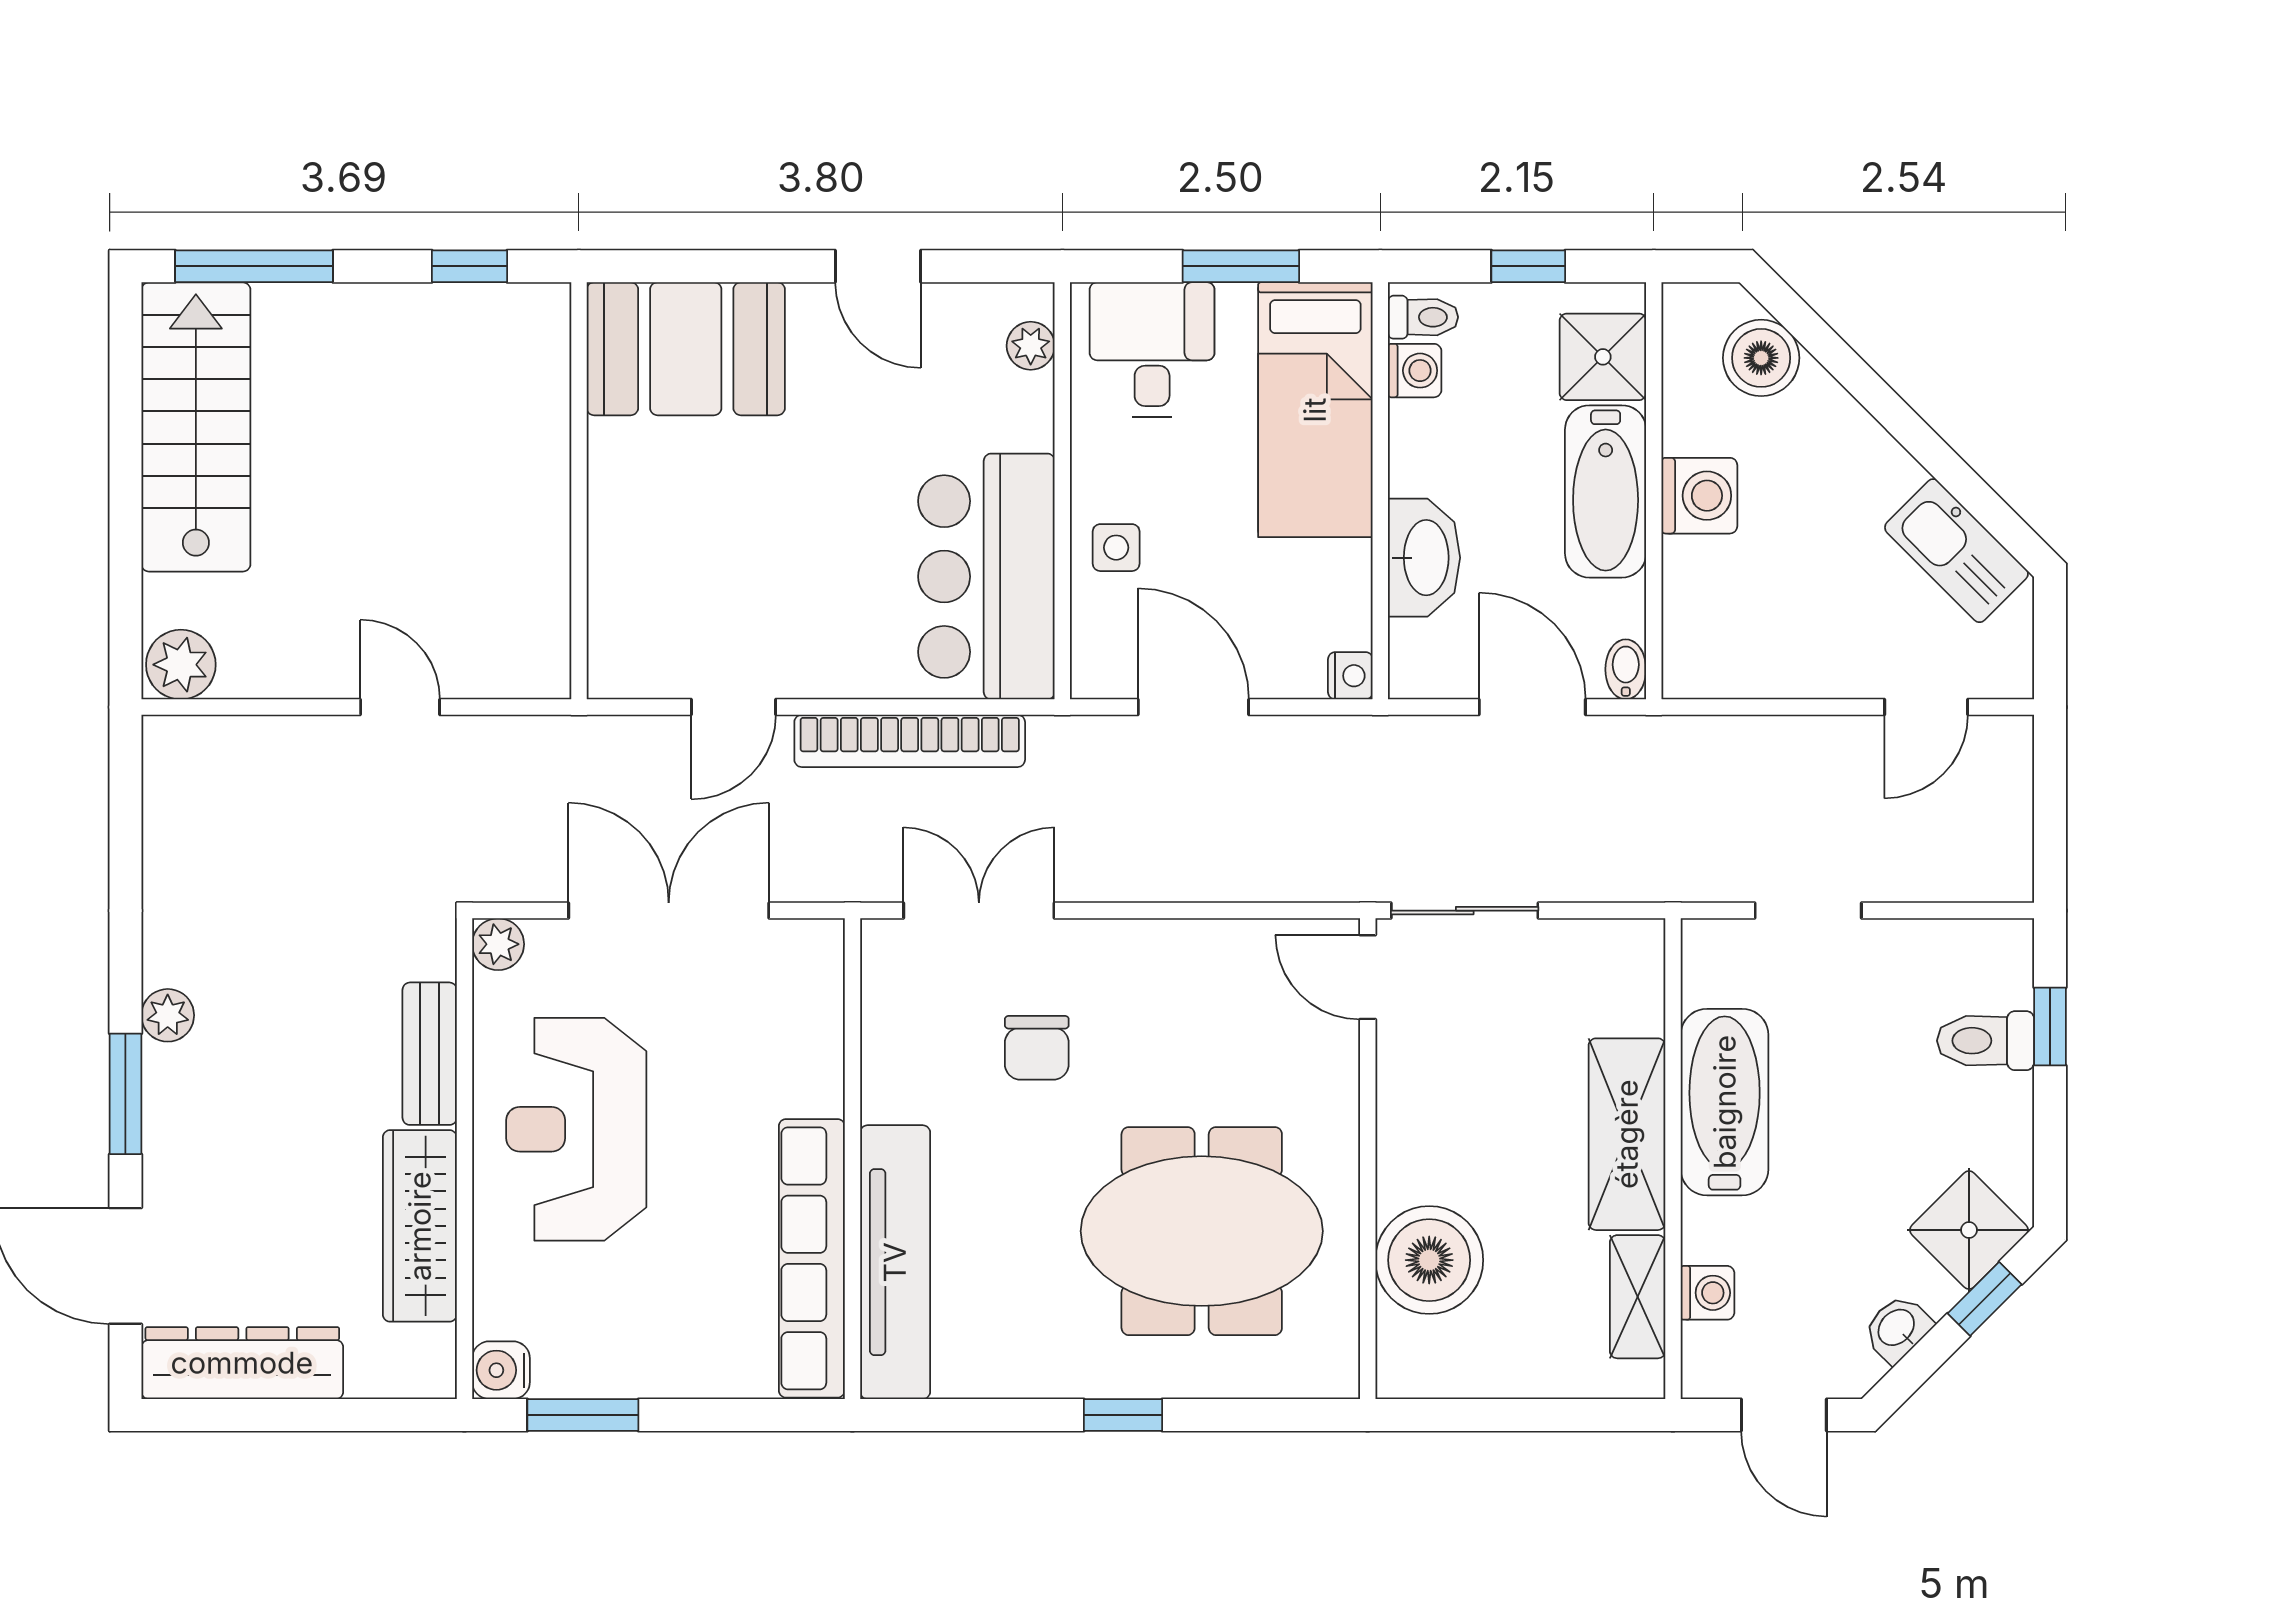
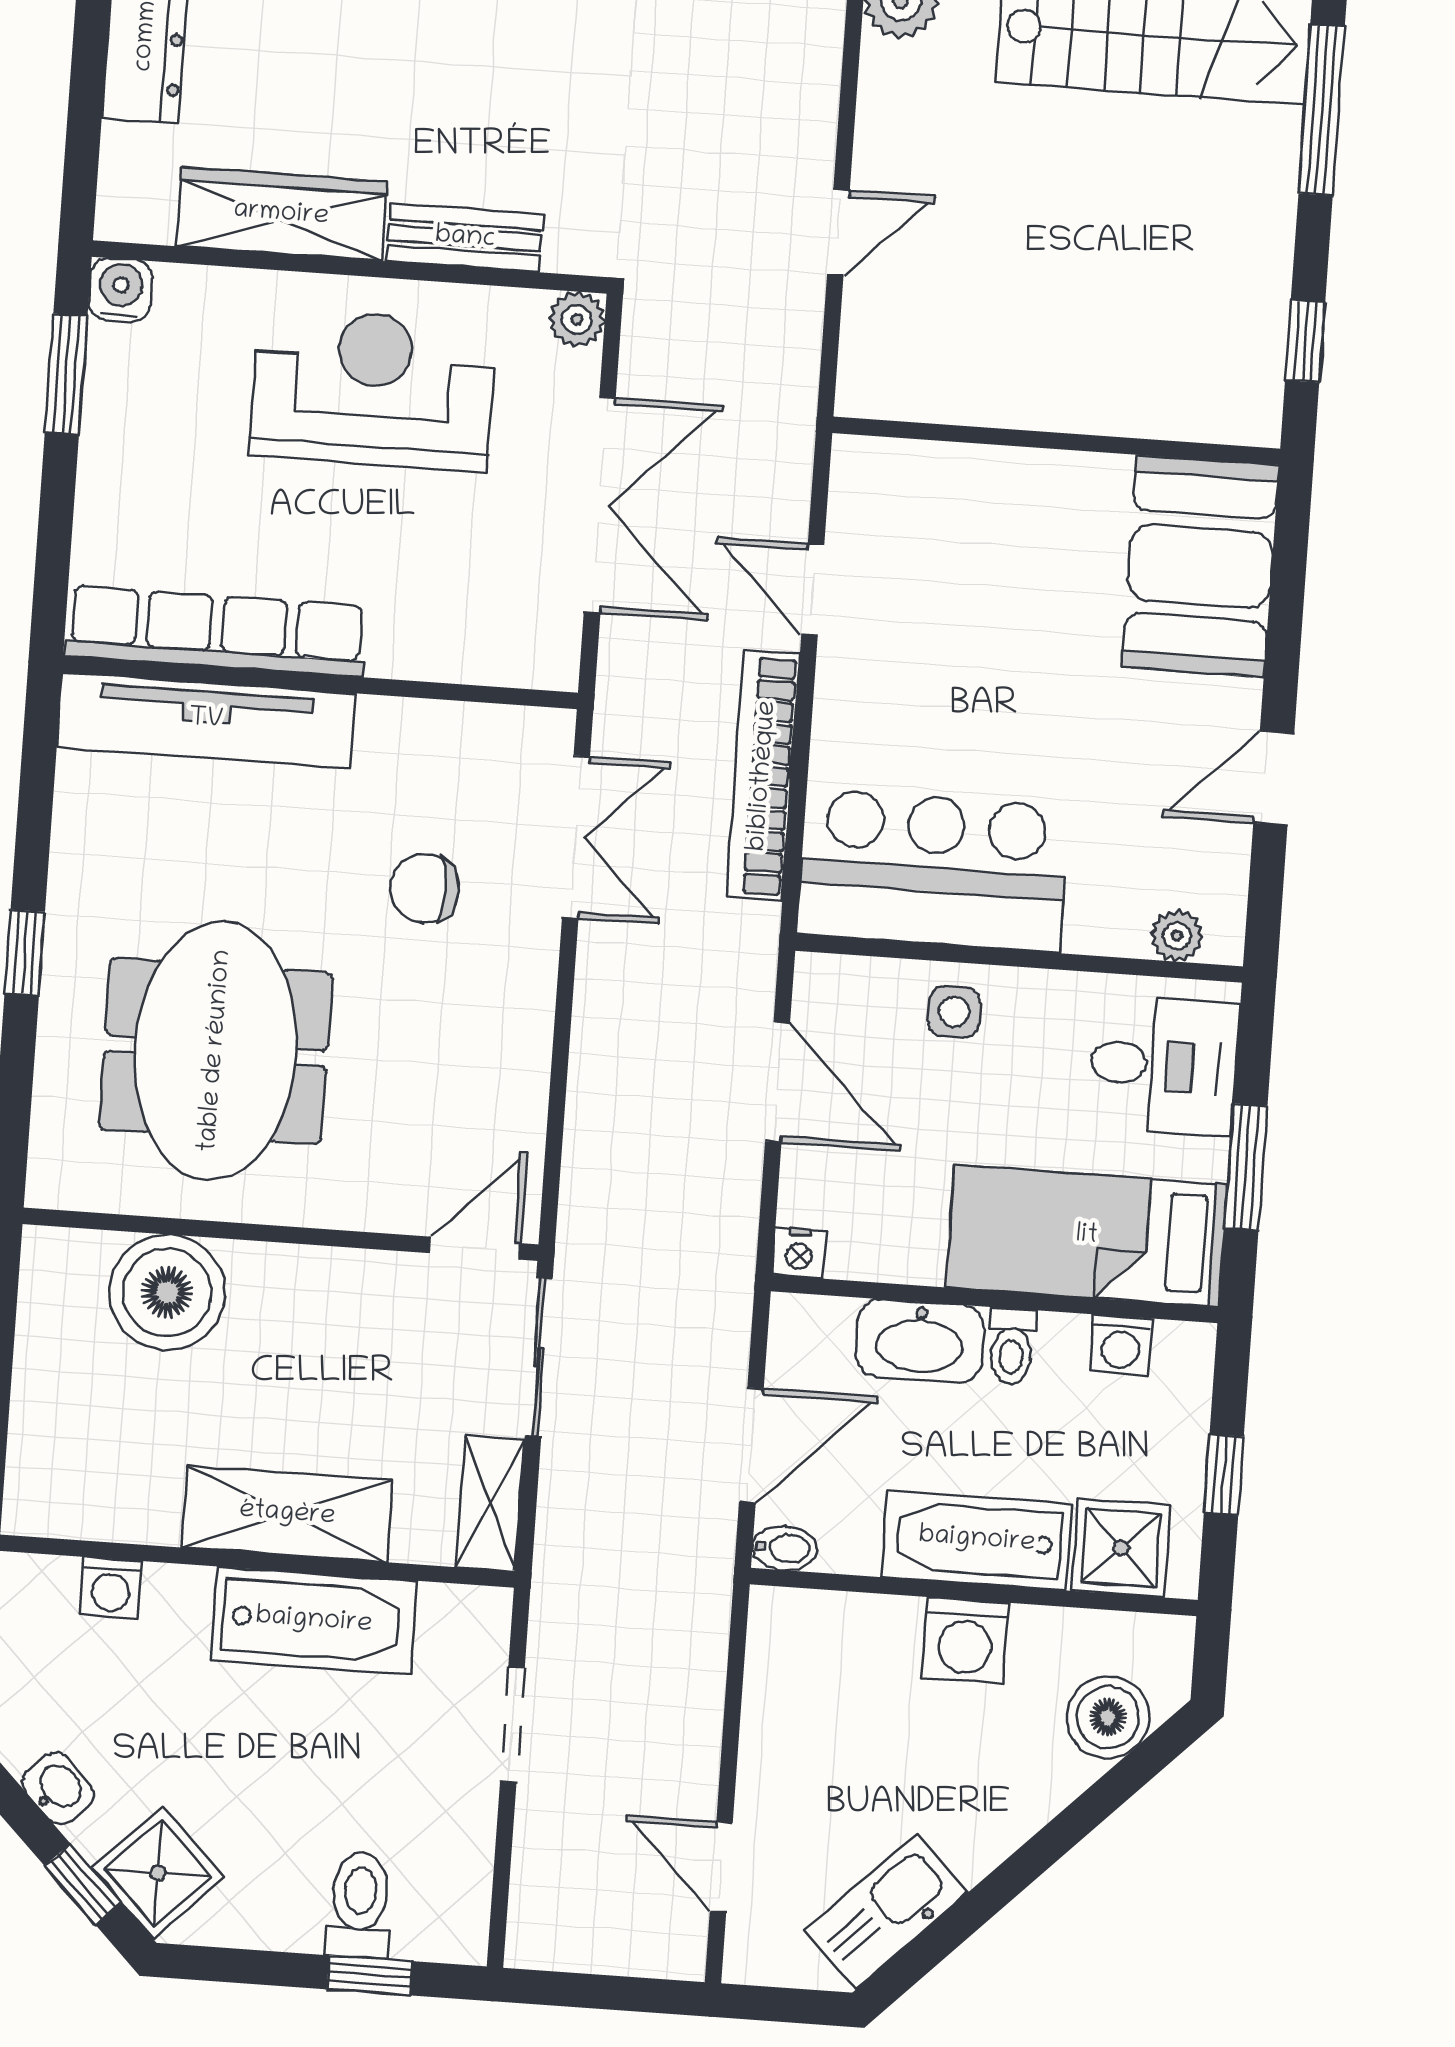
toilet: (1423, 317) -> (1012, 1346), moved
door: (1193, 707) -> (777, 1082), hinge flipped
shelving: (1638, 1297) -> (490, 1503), moved, turned 90

